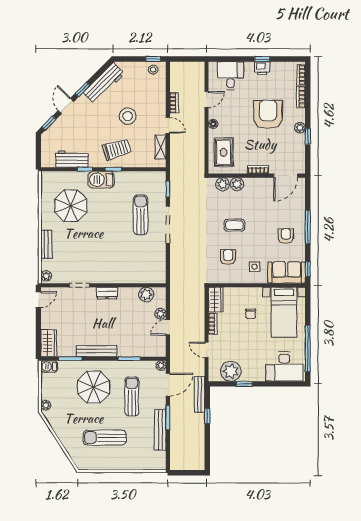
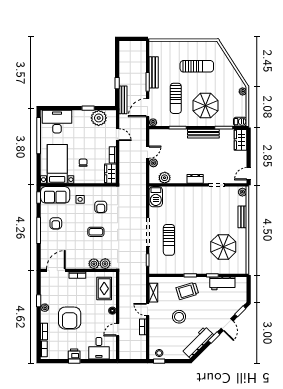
barbecue: (101, 180) -> (156, 197), moved, turned 90

